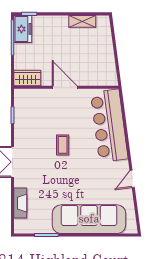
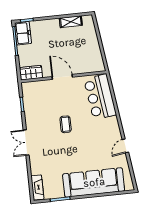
bar counter: (109, 126) -> (100, 97), width x0.73
fireplace: (20, 203) -> (37, 188), moved

